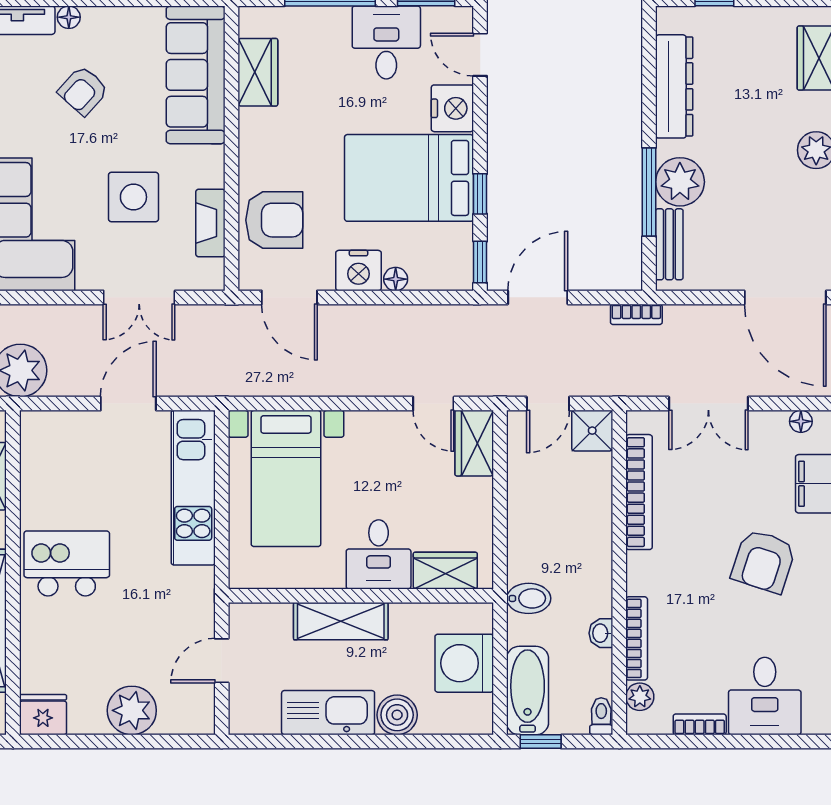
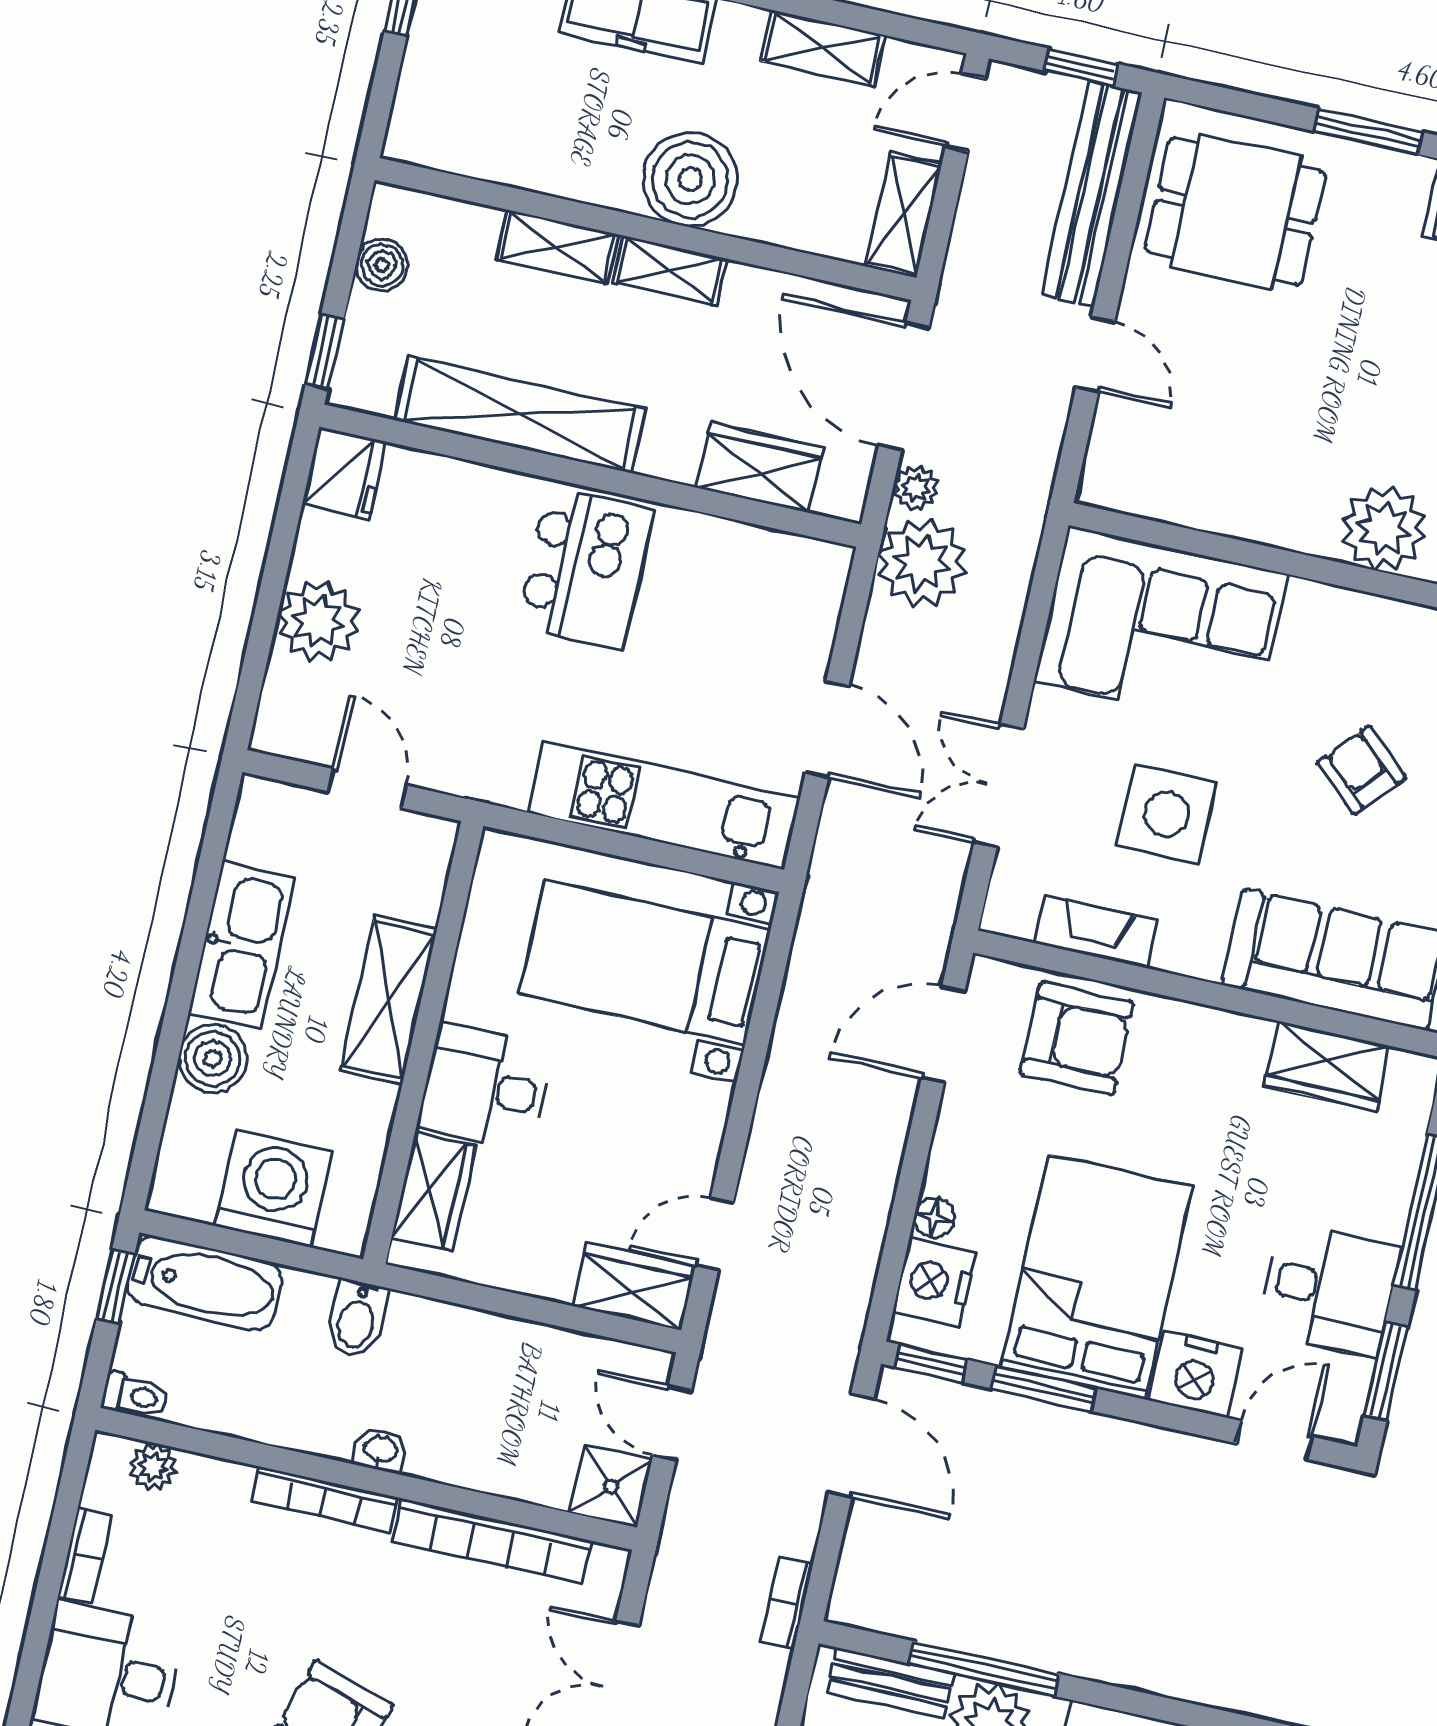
window: (480, 194) -> (1044, 1389), width x1.50
armchair: (274, 220) -> (1077, 1038), turned -90
nightstand: (358, 271) -> (935, 1282), moved
washbasin: (601, 633) -> (380, 1450), moved
bookcase: (637, 638) -> (324, 1499), moved

